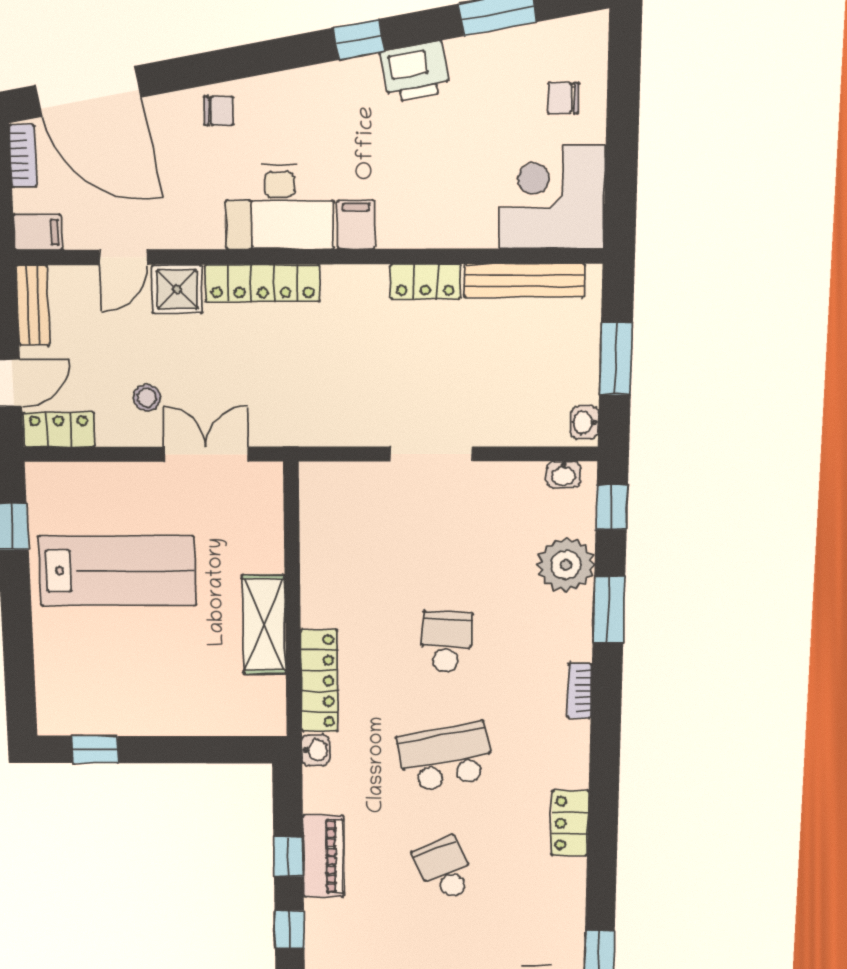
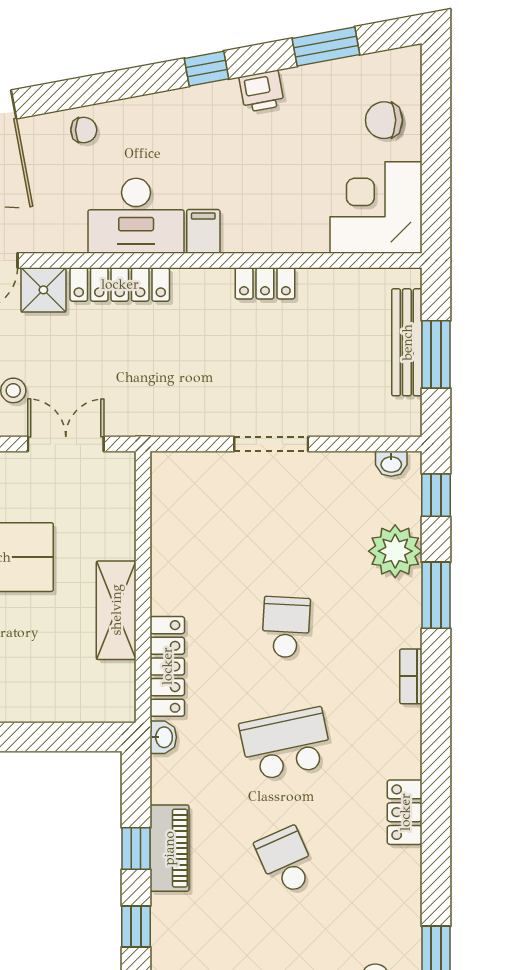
printer: (415, 72) -> (262, 91), width x0.73, depth x0.81
chair: (563, 98) -> (384, 120), width x1.37, depth x1.37
bench: (524, 280) -> (407, 342), moved, turned 90
washbasin: (585, 422) -> (409, 414), removed

